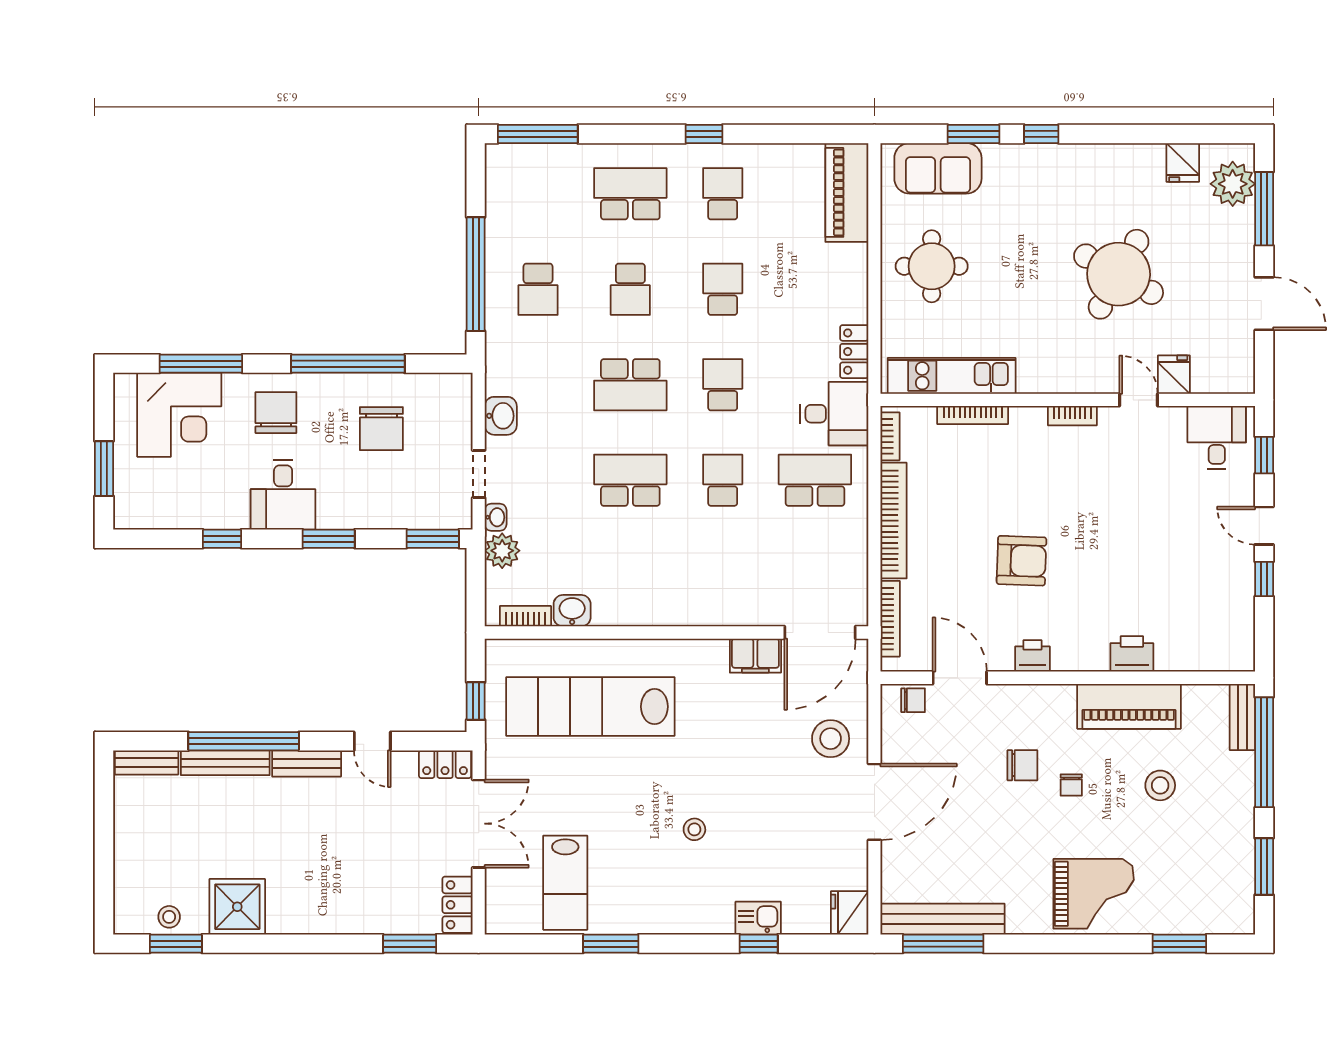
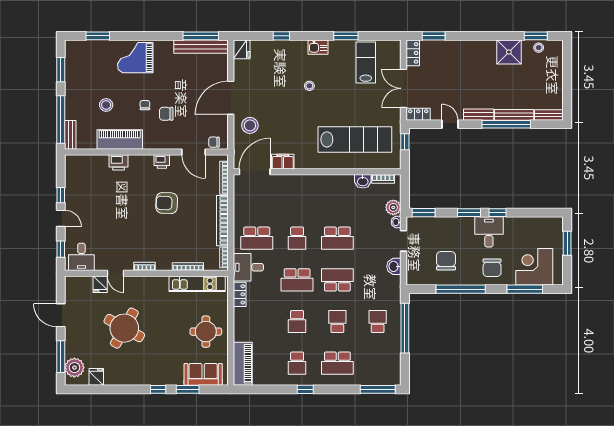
school desk: (723, 385) -> (297, 280), width x1.85
window: (222, 539) -> (498, 213), moved
kitchen sink: (758, 918) -> (318, 47), moved

